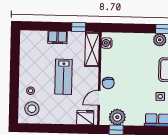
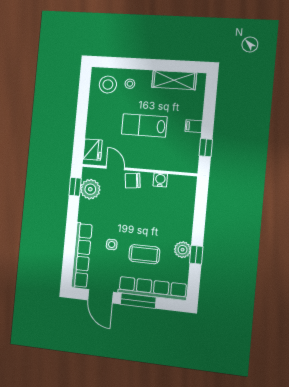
filing cabinet: (57, 37) -> (194, 126), width x0.50
water cooler: (107, 43) -> (160, 180), moved
shelving: (92, 49) -> (174, 80), moved

